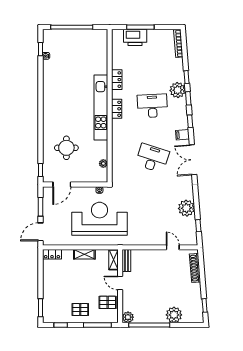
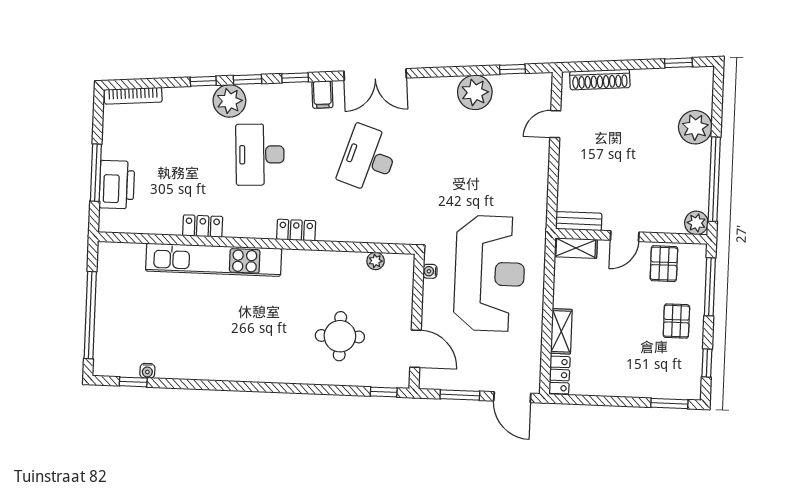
kitchen unit: (101, 107) -> (214, 260), moved
locker: (117, 109) -> (296, 230), moved
reception desk: (100, 219) -> (490, 273), turned 180
shelving: (84, 254) -> (561, 331), moved

